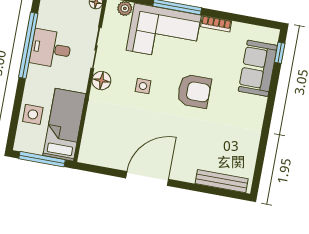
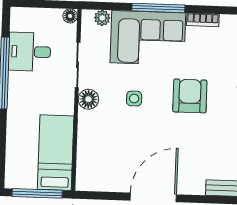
desk: (51, 49) -> (30, 52), moved
armchair: (194, 91) -> (190, 96), turned -90
side table: (33, 114) -> (20, 147), removed

